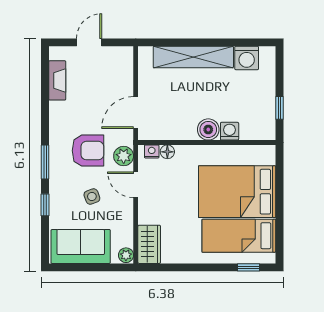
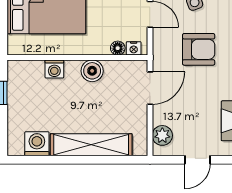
boiler: (208, 129) -> (92, 71), moved
armchair: (88, 151) -> (199, 49), turned 180
plant: (124, 156) -> (162, 135), moved

